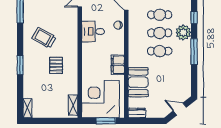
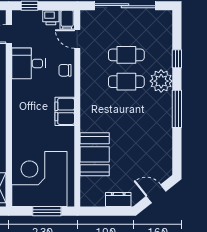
desk: (93, 32) -> (28, 63), moved
cafe table: (160, 51) -> (126, 108), removed
filing cabinet: (118, 65) -> (65, 111), moved
dresser: (137, 113) -> (118, 199), moved

